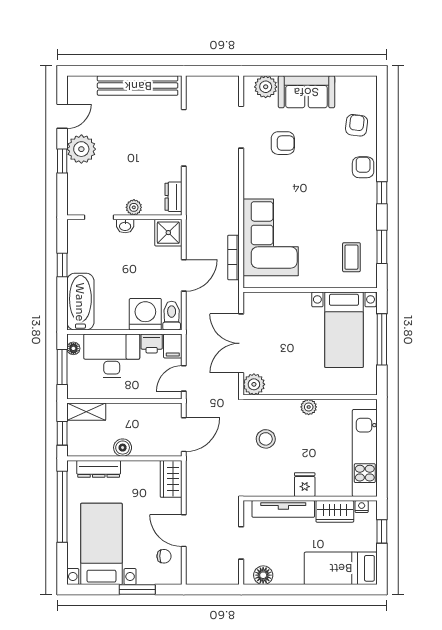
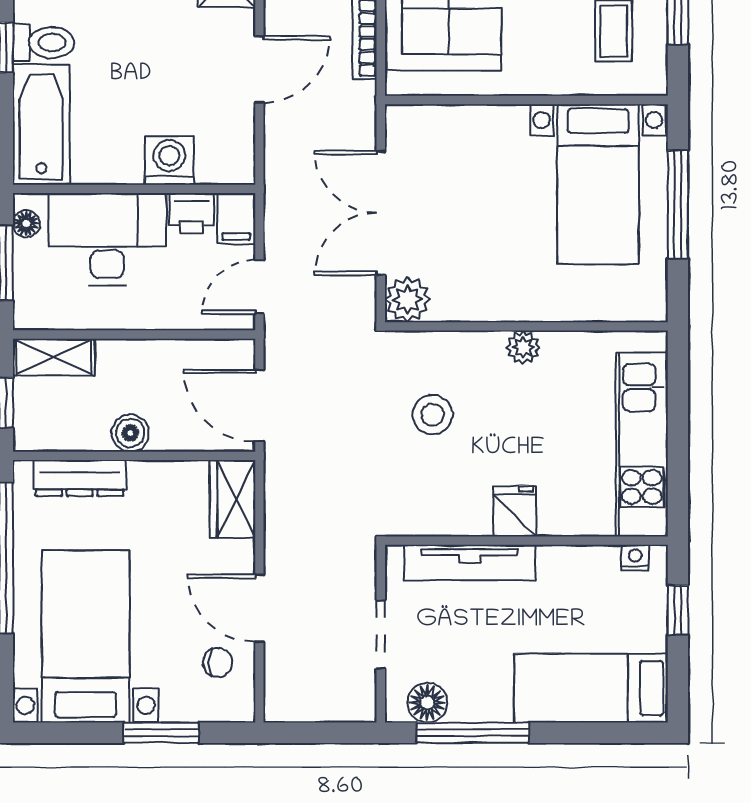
washing machine: (145, 314) -> (169, 160), width x0.73, depth x0.73
toilet: (172, 316) -> (43, 43), moved, turned 90
door: (184, 435) -> (259, 406), swing flipped
wardrobe: (335, 511) -> (579, 568), removed
window: (285, 589) -> (473, 733), added

